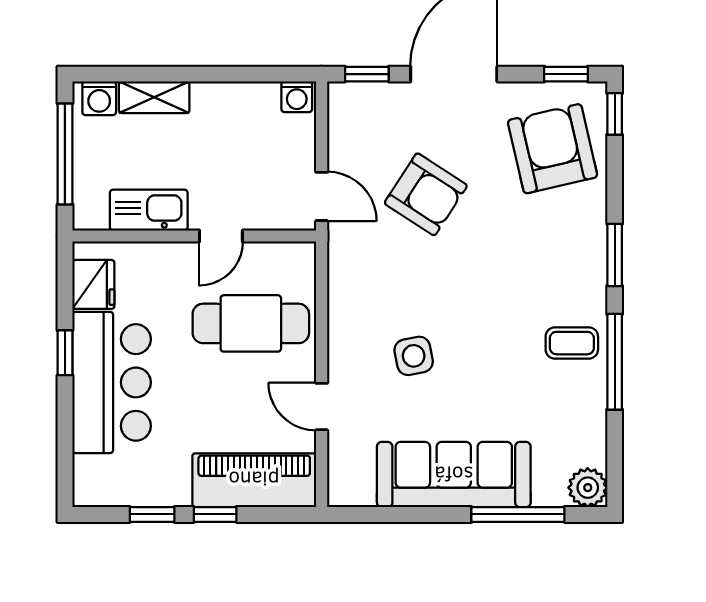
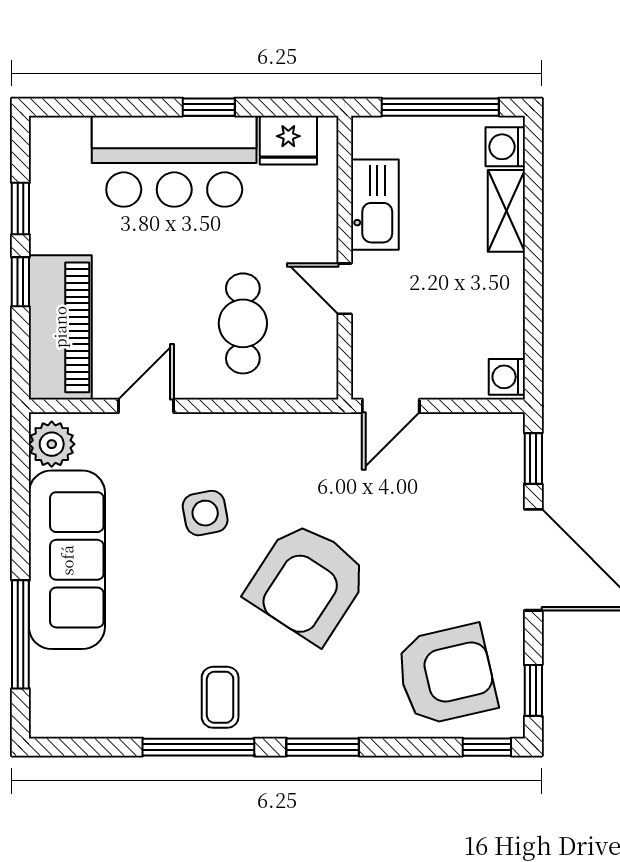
armchair: (426, 194) -> (307, 582), moved, width x1.36, depth x1.36
cafe table: (251, 323) -> (243, 323), width x0.73, depth x0.74
plant: (588, 488) -> (52, 444), moved

